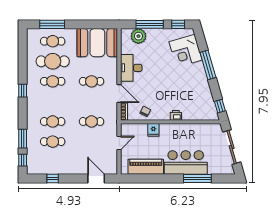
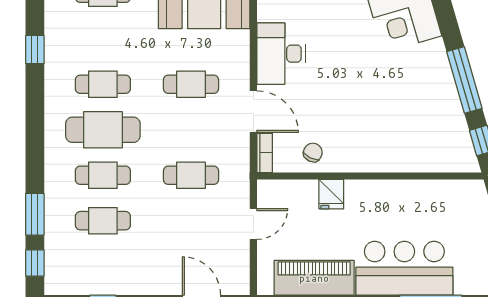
cafe table: (53, 61) -> (103, 130), moved
window: (208, 65) -> (464, 80), moved
window: (23, 91) -> (35, 50), moved
printer: (176, 115) -> (382, 161), removed

